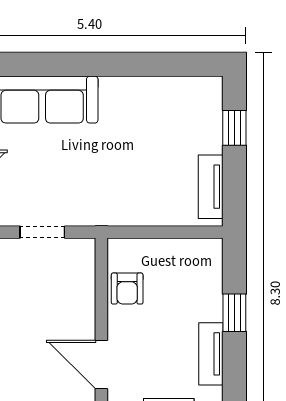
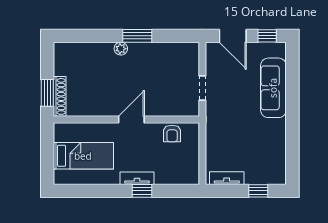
armchair: (127, 289) -> (172, 133), turned -90
window: (234, 313) -> (142, 191), moved

